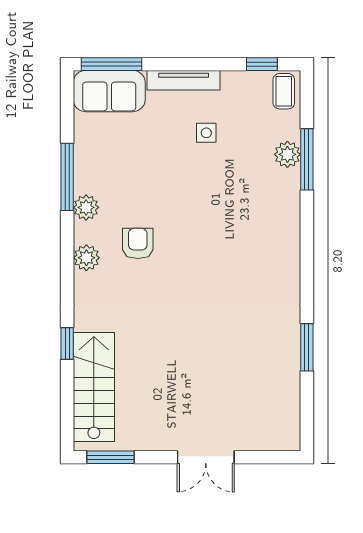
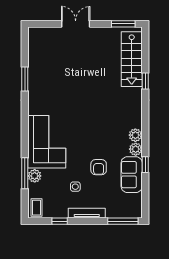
window: (262, 64) -> (60, 221), moved
sofa: (109, 91) -> (132, 175), moved, turned -90
window: (67, 177) -> (145, 165), width x0.46
corner sofa: (263, 222) -> (47, 142), added
armchair: (138, 243) -> (99, 167), moved
plant: (86, 258) -> (135, 135), moved

